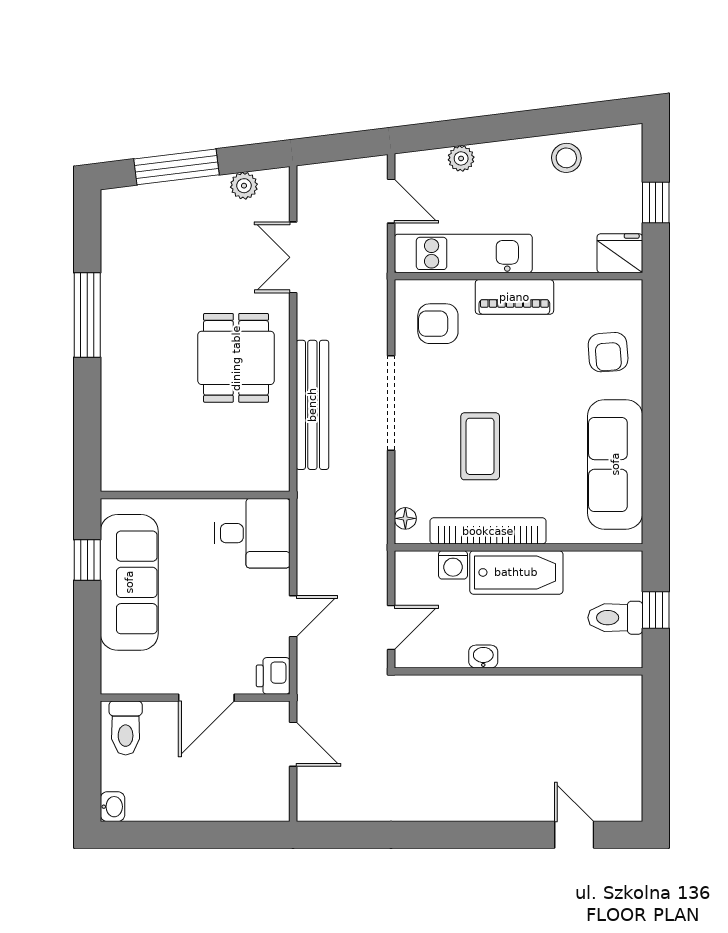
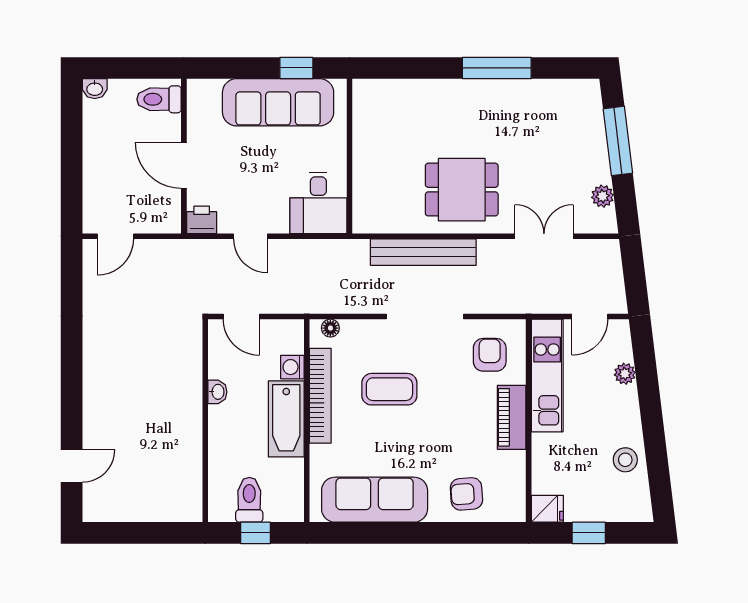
fridge: (620, 253) -> (547, 509), width x0.72
door: (293, 744) -> (115, 236), moved

